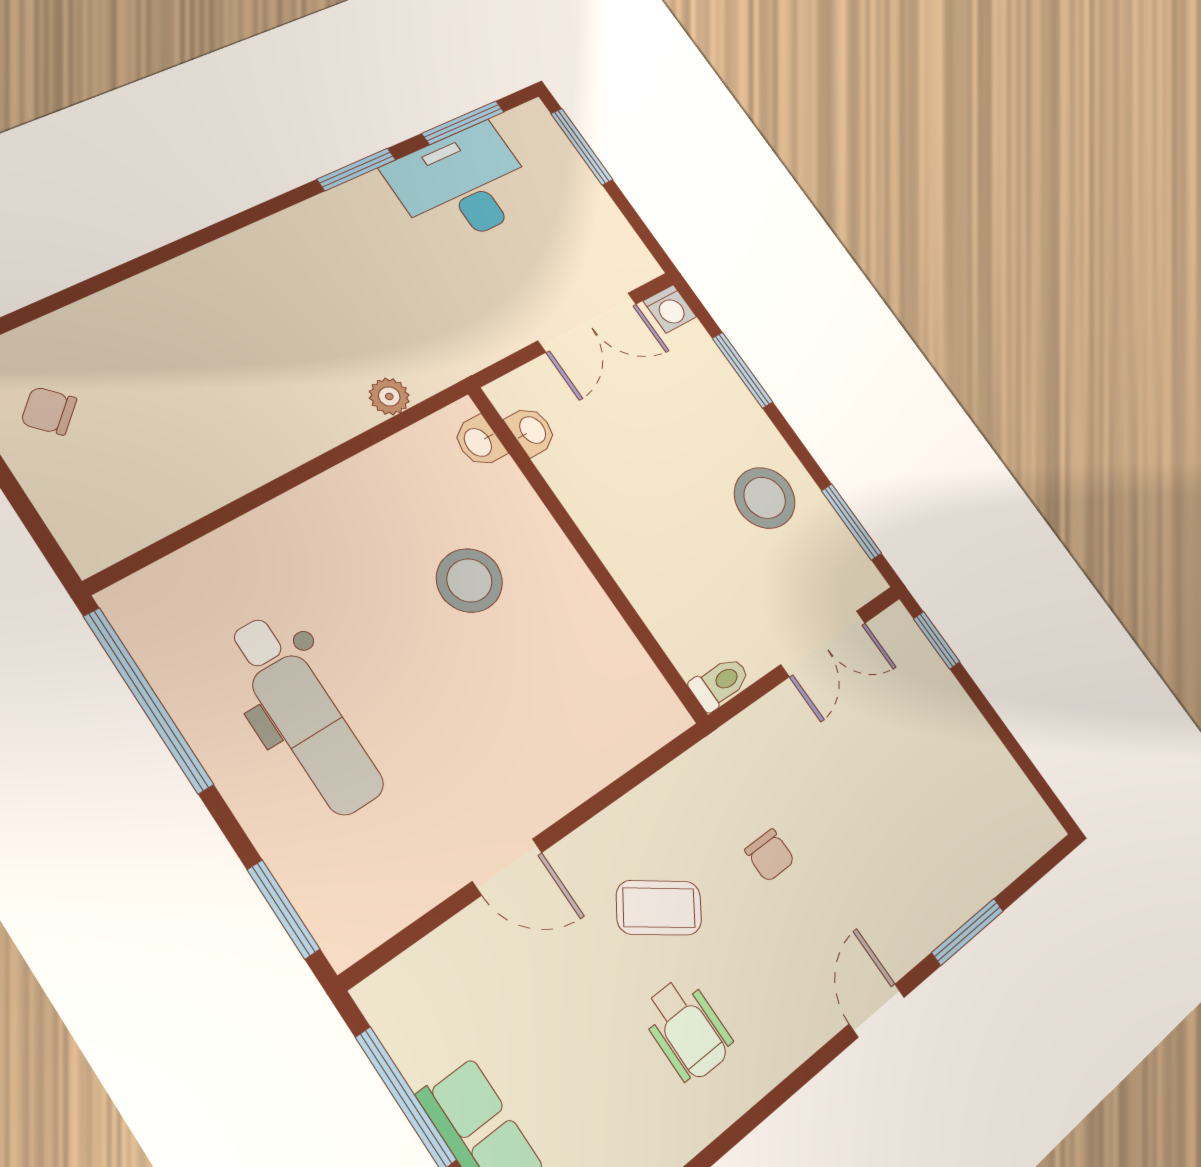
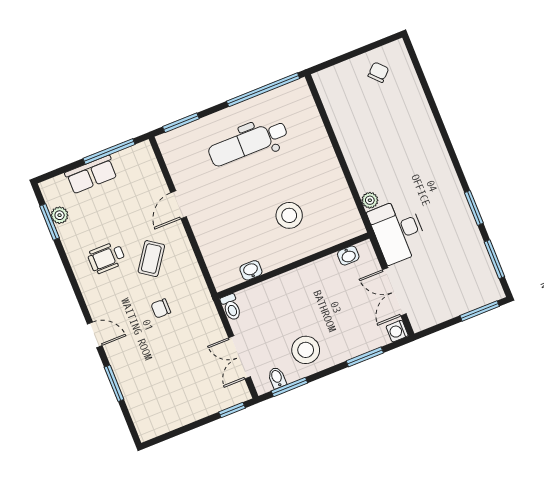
desk: (463, 185) -> (398, 231), moved, turned 180
washbasin: (479, 442) -> (251, 270), moved
bidet: (841, 552) -> (277, 378), added

